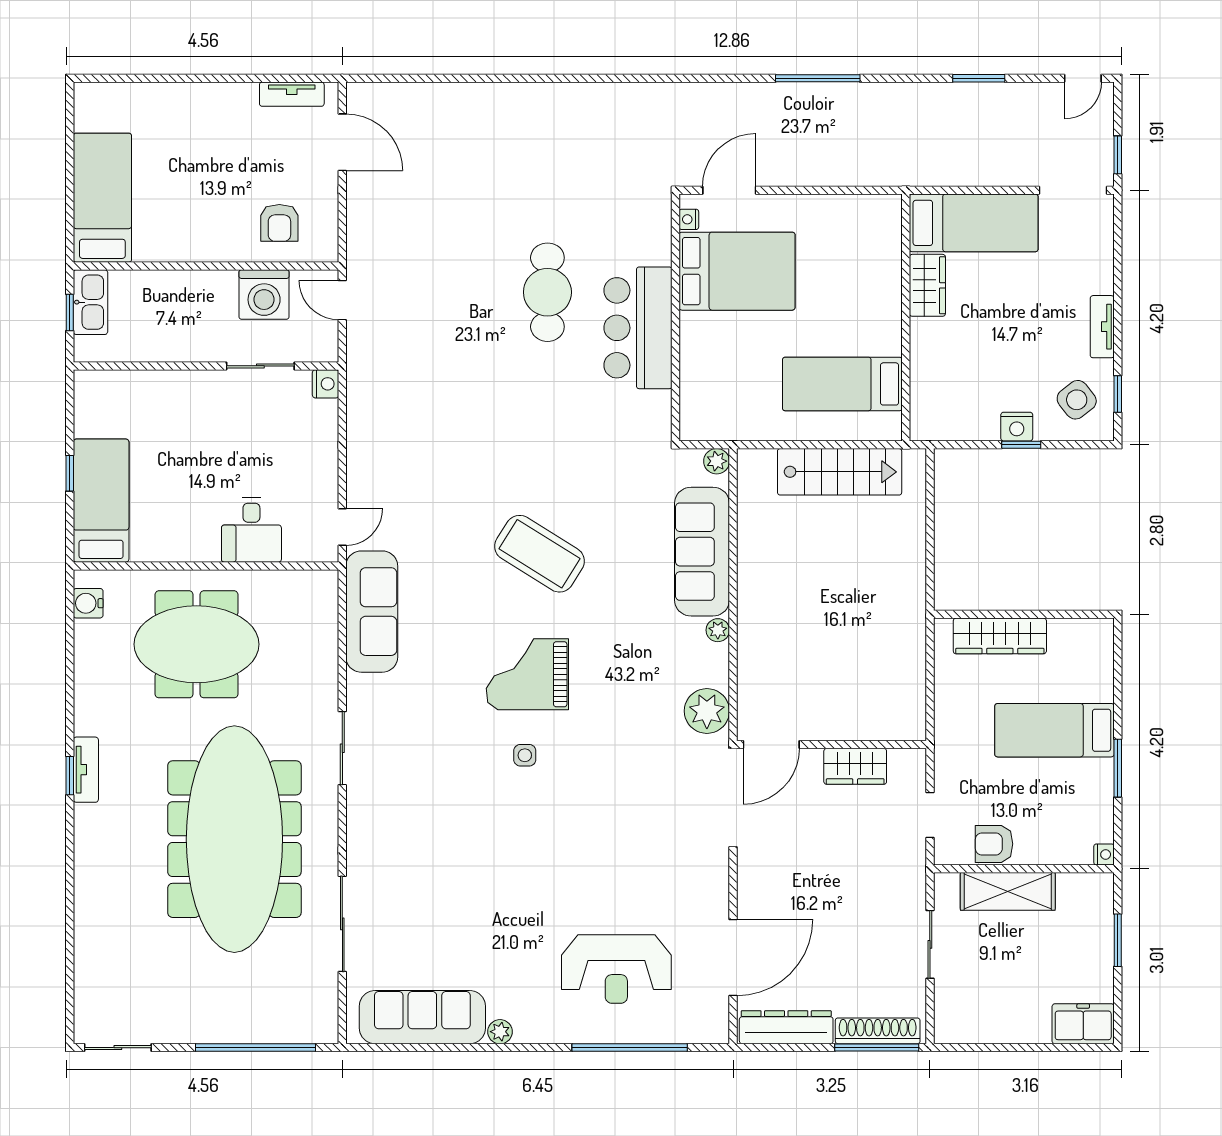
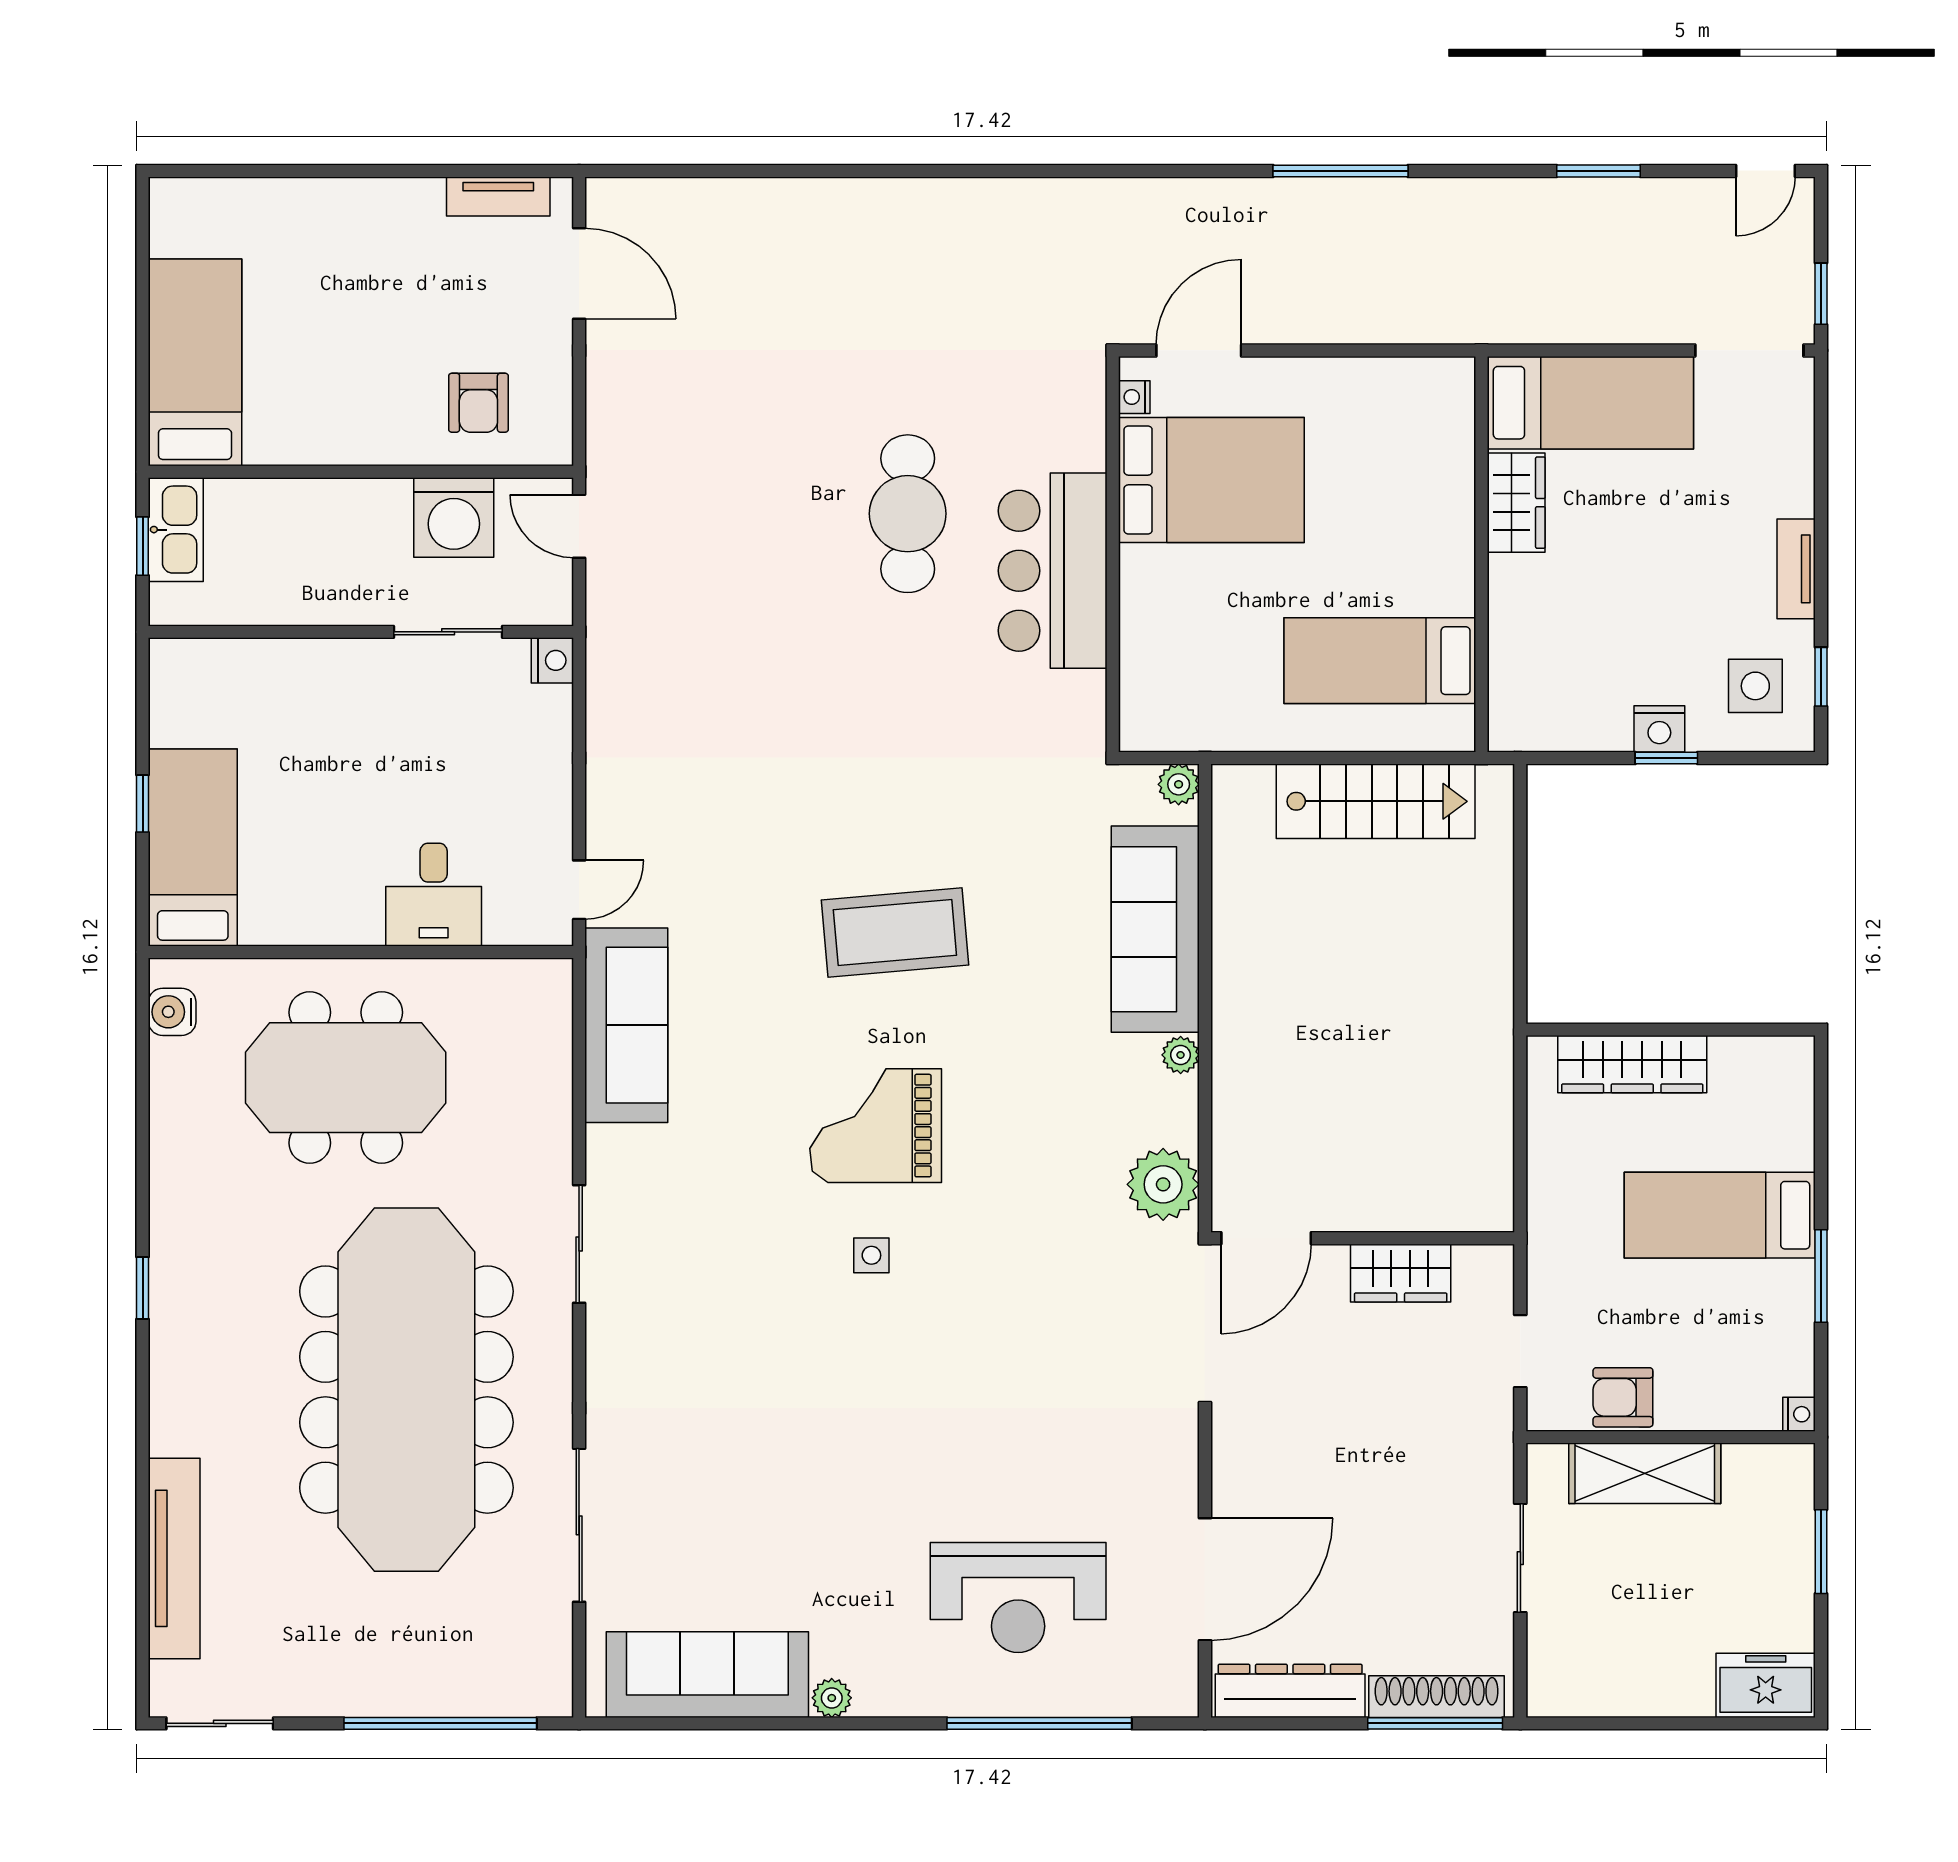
side table: (1077, 400) -> (1755, 686), turned 38
coffee table: (539, 554) -> (895, 933), turned -37
tv unit: (86, 770) -> (174, 1558), moved, width x1.92, depth x1.29

